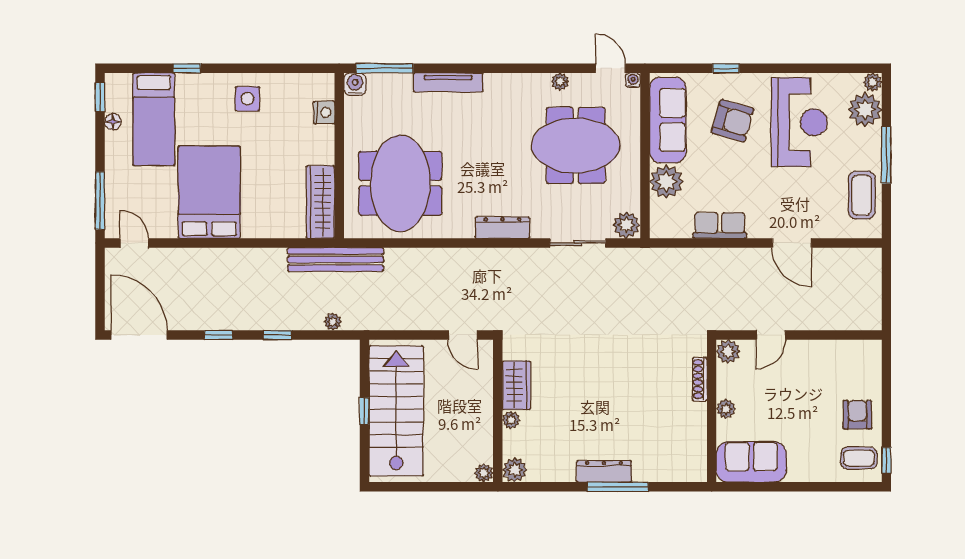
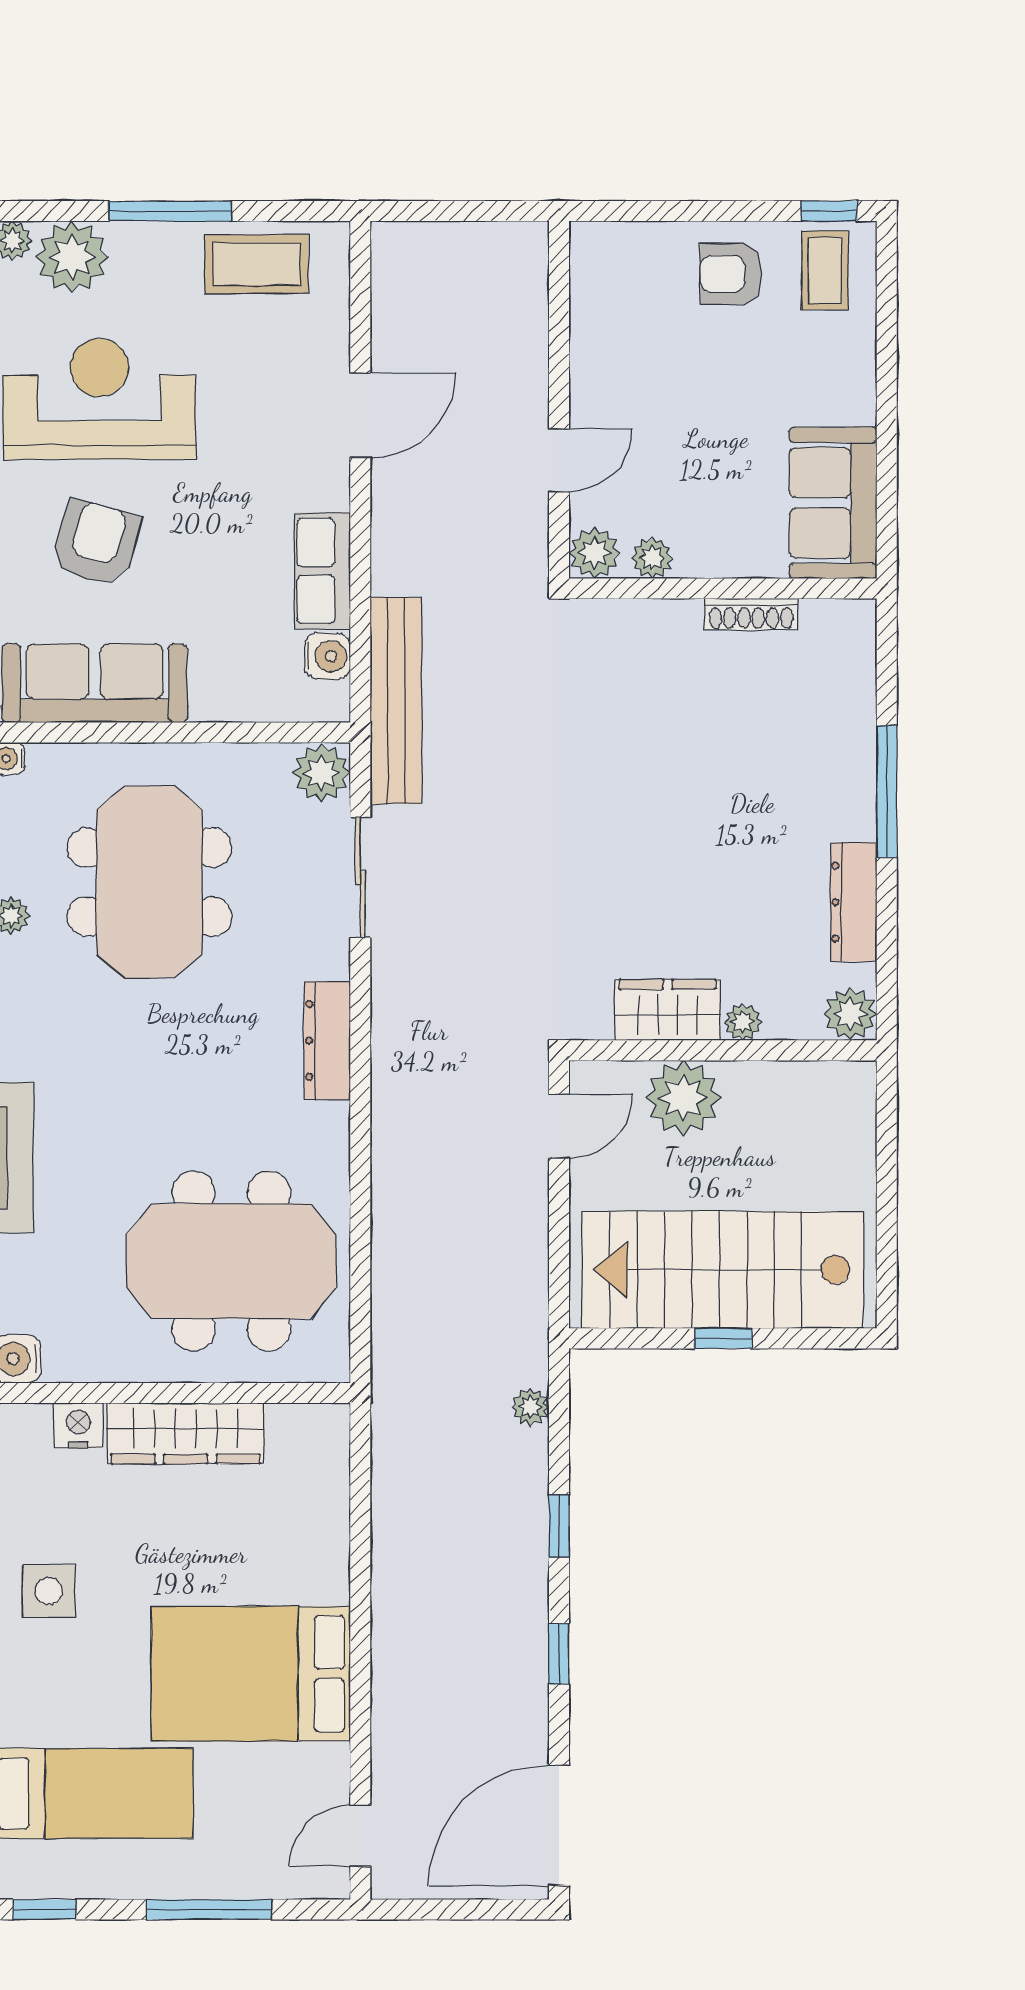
floor lamp: (113, 122) -> (98, 1882), removed
plant: (666, 182) -> (227, 686), removed
window: (100, 201) -> (209, 1910), moved
wardrobe: (320, 202) -> (186, 1433), moved
water cooler: (680, 228) -> (327, 656), added
bench: (335, 260) -> (396, 701), moved
door: (771, 335) -> (559, 460), hinge flipped
shoe rack: (700, 379) -> (751, 614), moved
plant: (726, 409) -> (652, 558), moved
dresser: (604, 471) -> (854, 902), moved
plant: (484, 473) -> (683, 1098), moved, width x1.88, depth x1.88

